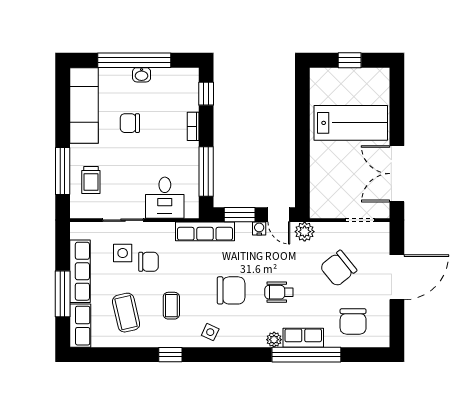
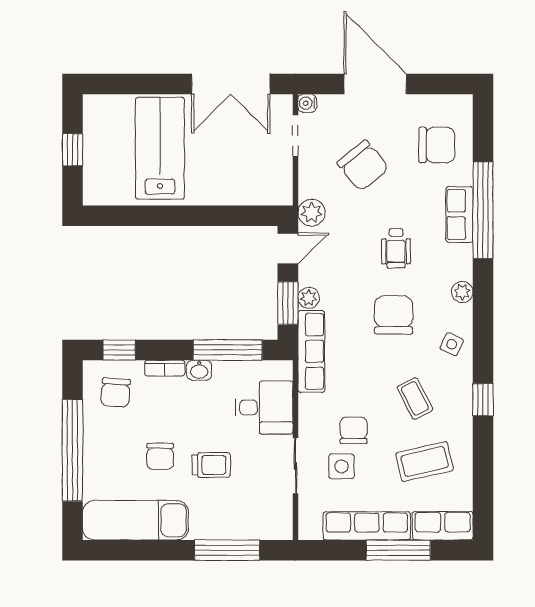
washbasin: (142, 75) -> (199, 370), moved, turned 90
chair: (176, 91) -> (115, 393), added
trolley: (91, 180) -> (211, 465), moved
water cooler: (259, 228) -> (307, 103), moved
plant: (243, 230) -> (309, 298), added
coffee table: (171, 306) -> (415, 398), turned 63
plant: (274, 340) -> (462, 292), moved

